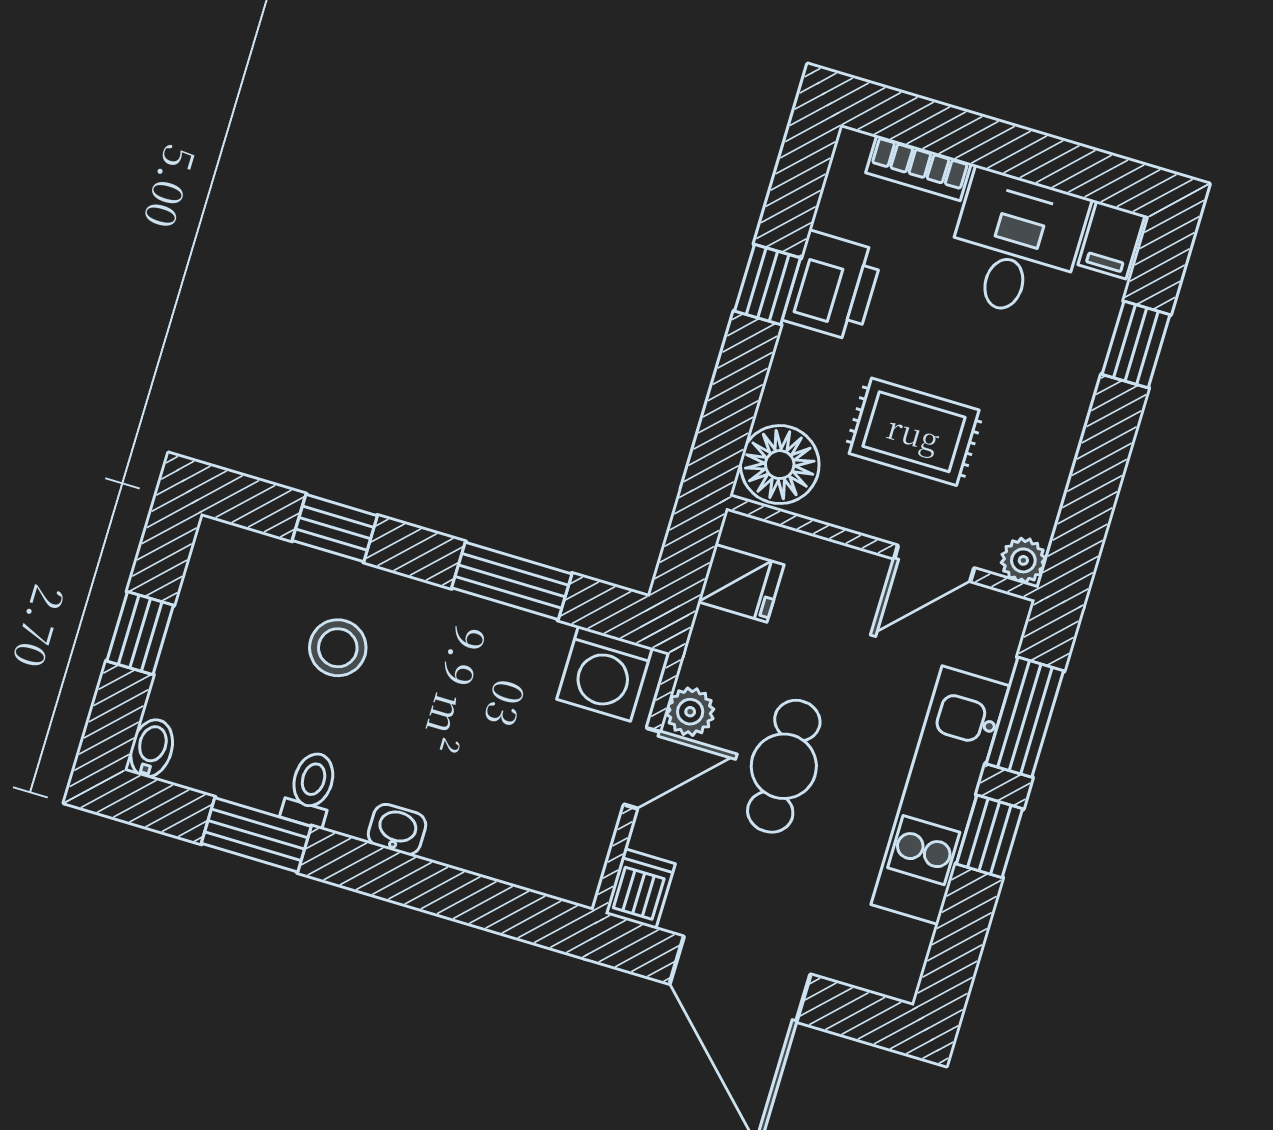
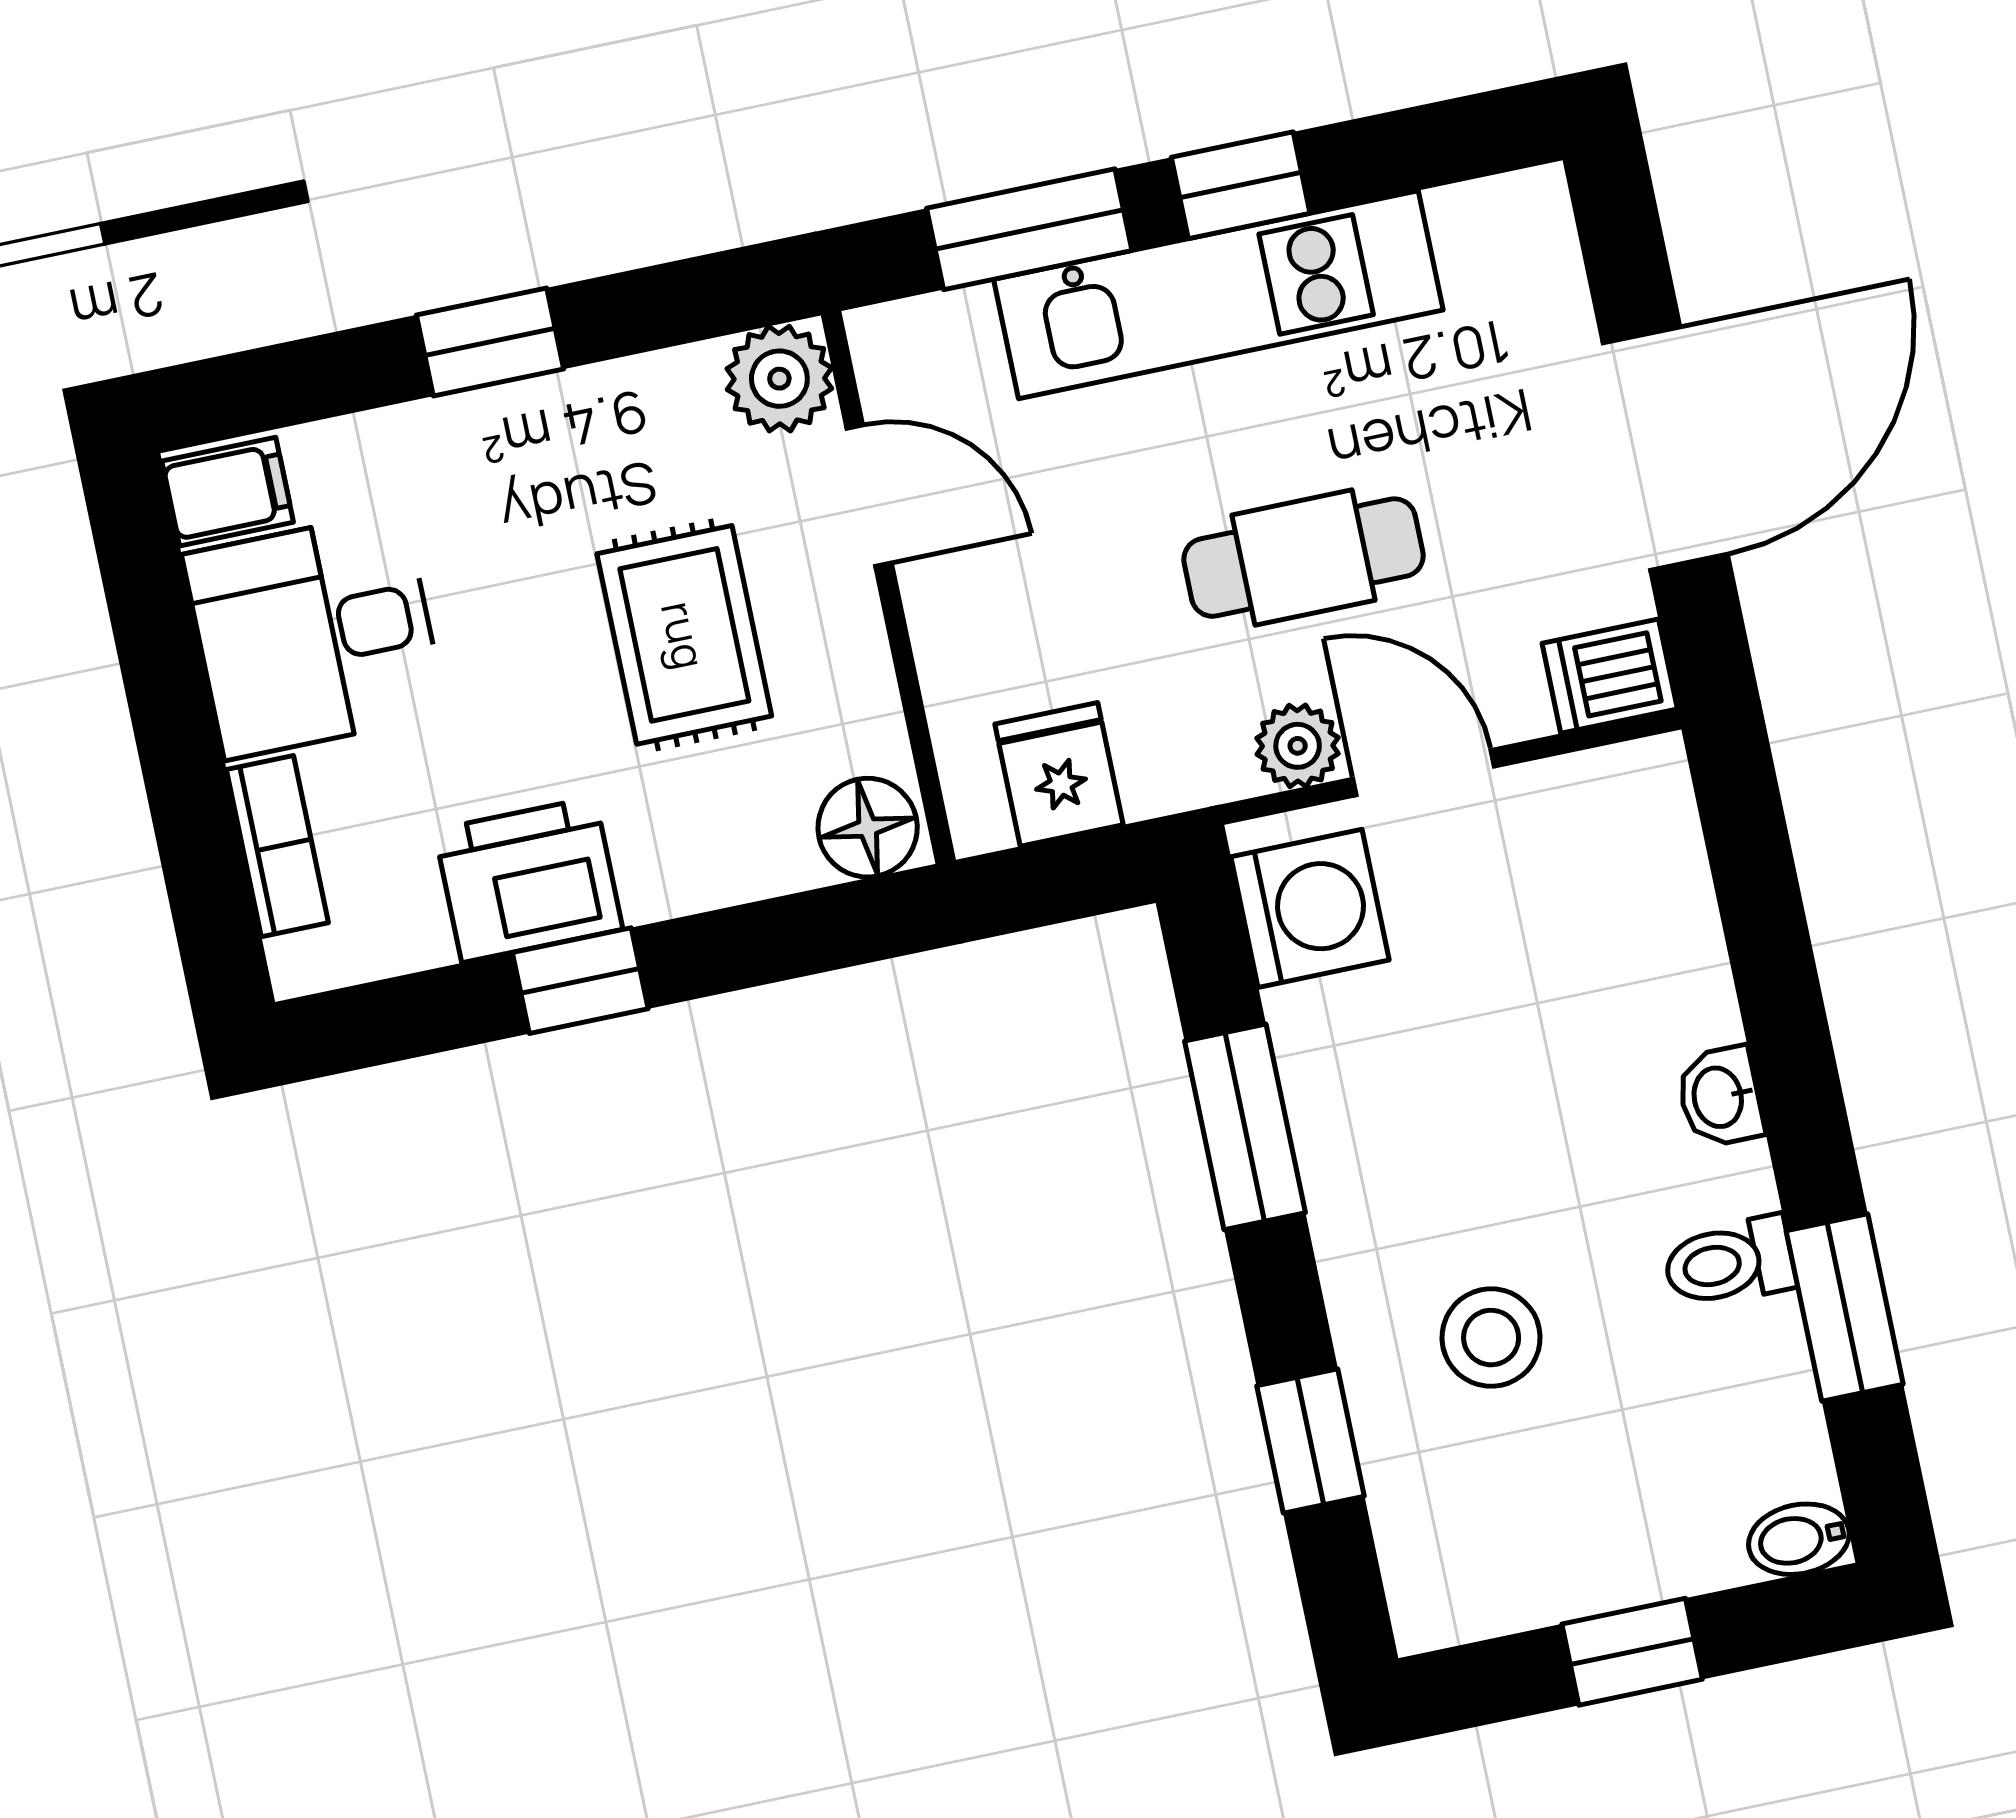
window: (1136, 344) -> (490, 342), moved
floor lamp: (780, 465) -> (868, 828), width x0.73, depth x0.73
plant: (1023, 560) -> (779, 379), width x1.38, depth x1.38

